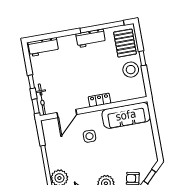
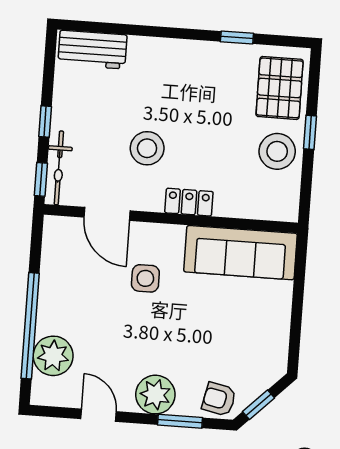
window: (102, 27) -> (237, 38), width x0.32
workbench: (91, 38) -> (205, 57), removed
stool: (76, 82) -> (147, 148), added
door: (67, 114) -> (107, 214), hinge flipped

